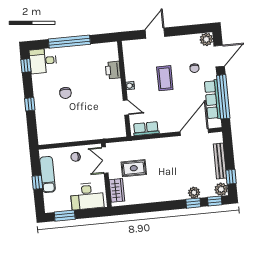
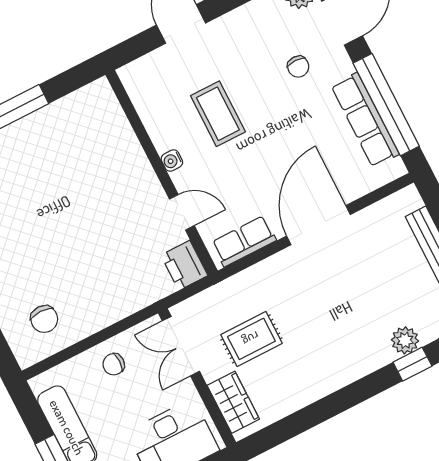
printer: (113, 70) -> (184, 265), moved
coffee table: (165, 78) -> (218, 114), moved
chair: (65, 93) -> (44, 319), moved
door: (194, 132) -> (318, 225), moved

